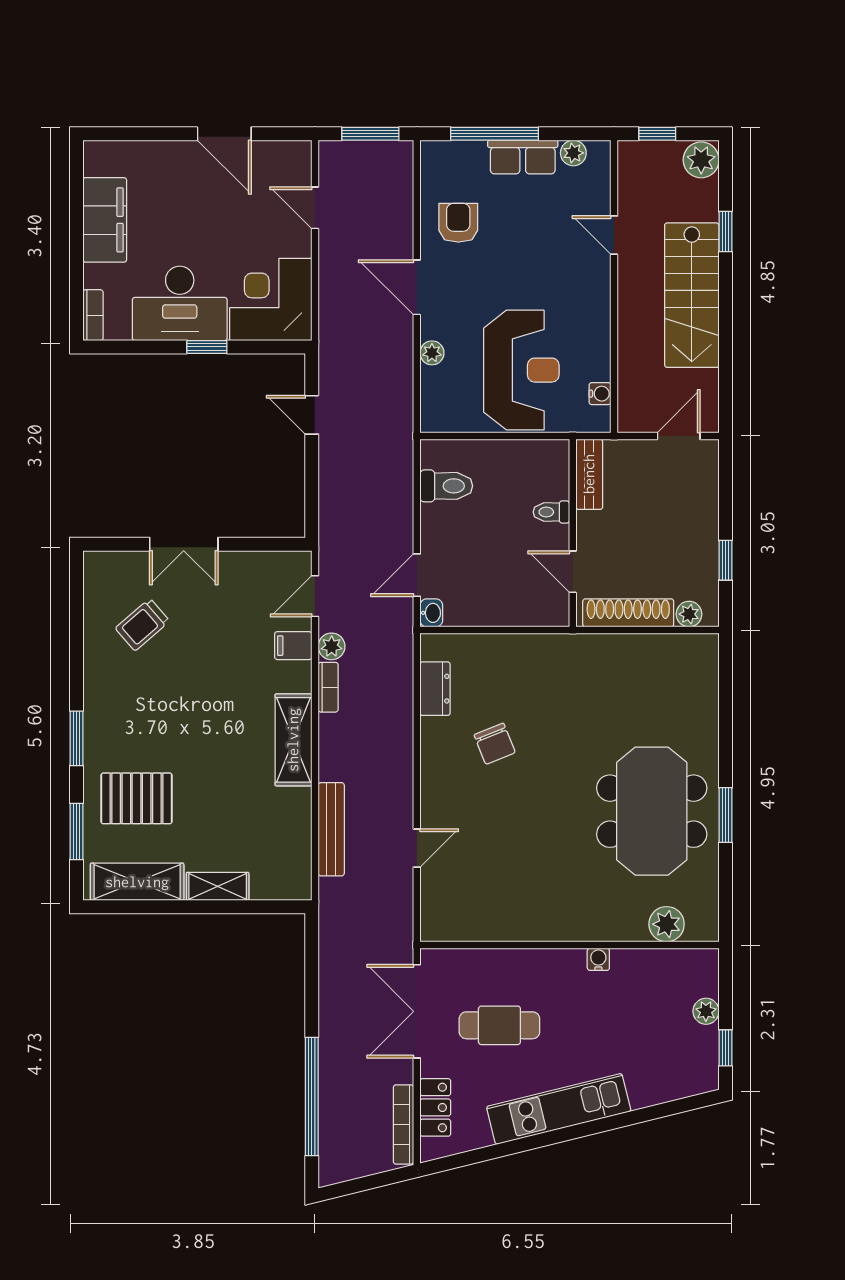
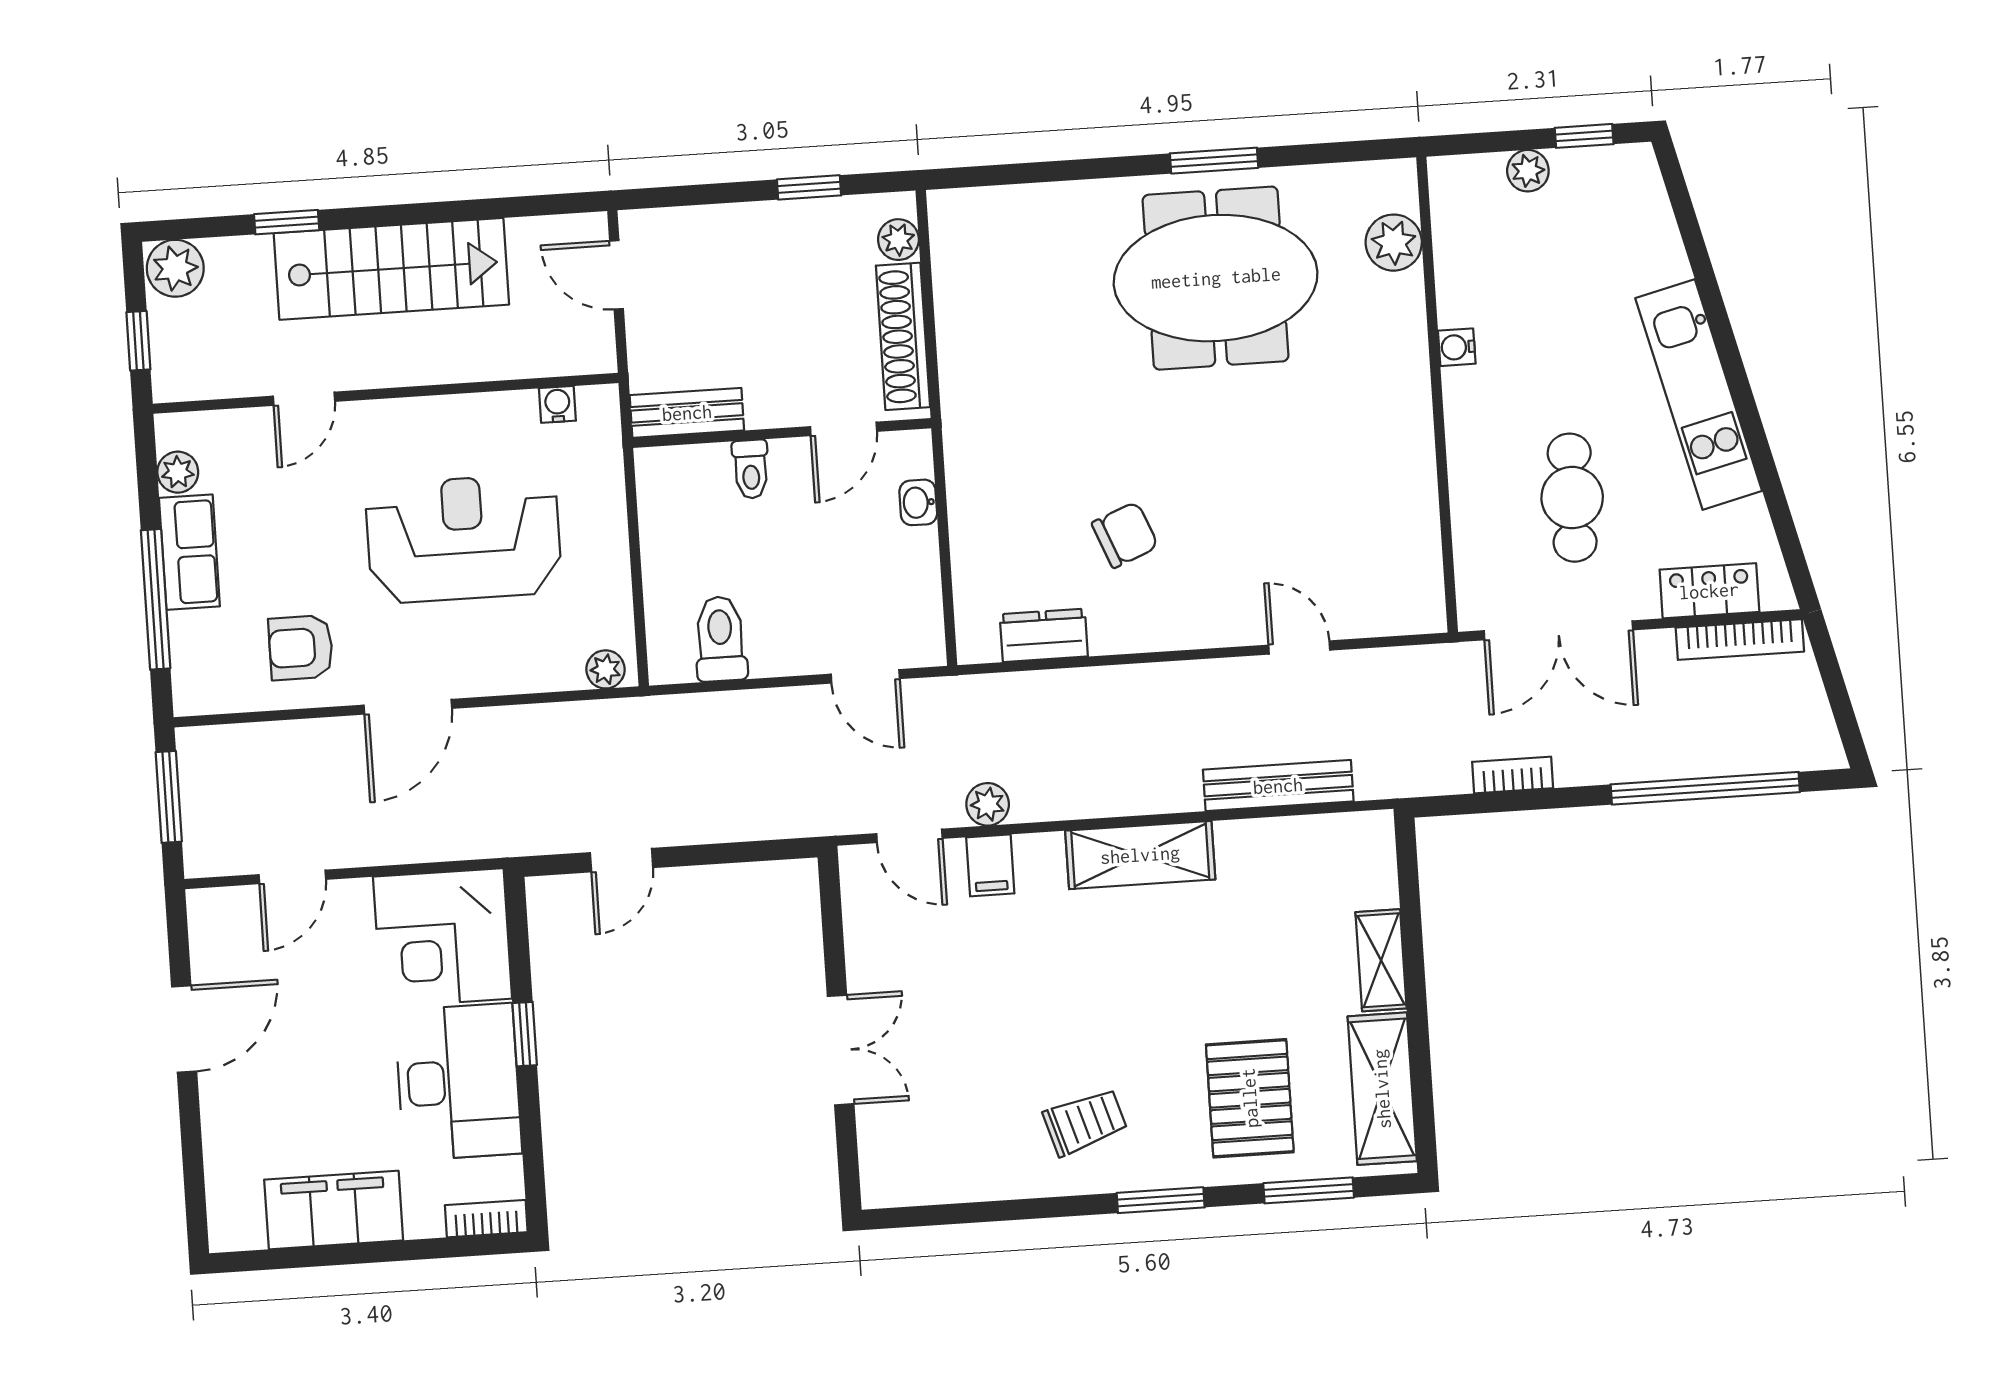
plant: (432, 353) -> (605, 669), moved
reception desk: (521, 370) -> (464, 539), moved
washbasin: (431, 613) -> (918, 502), moved, turned -90
trolley: (142, 625) -> (1085, 1122), moved, turned -66
bookcase: (328, 687) -> (1513, 775), moved

